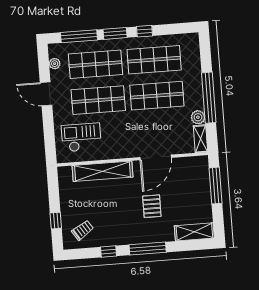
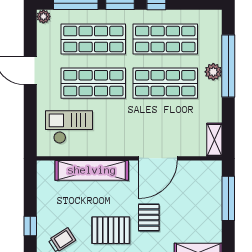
plant: (55, 64) -> (43, 17), moved
window: (209, 98) -> (228, 66), moved
plant: (198, 117) -> (213, 72), moved
pallet: (122, 219) -> (111, 230), added

